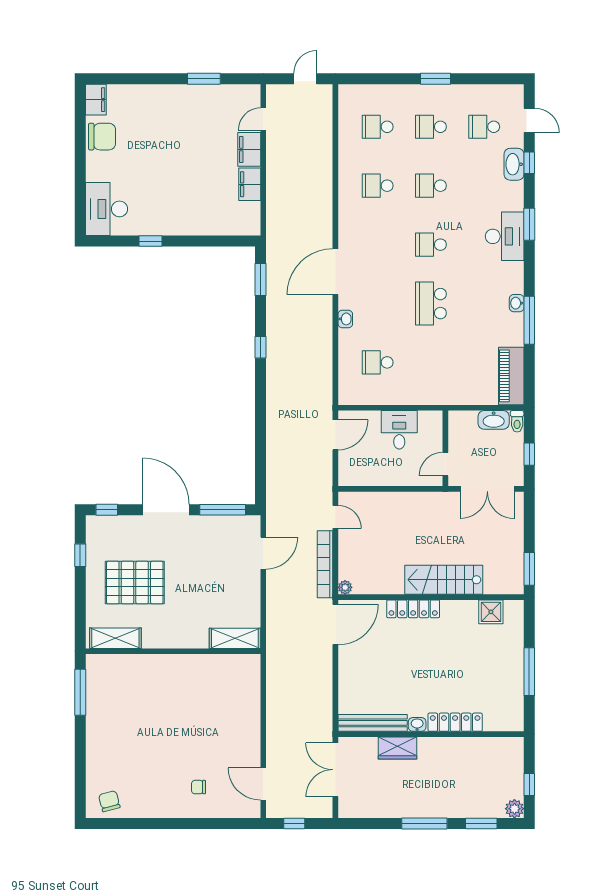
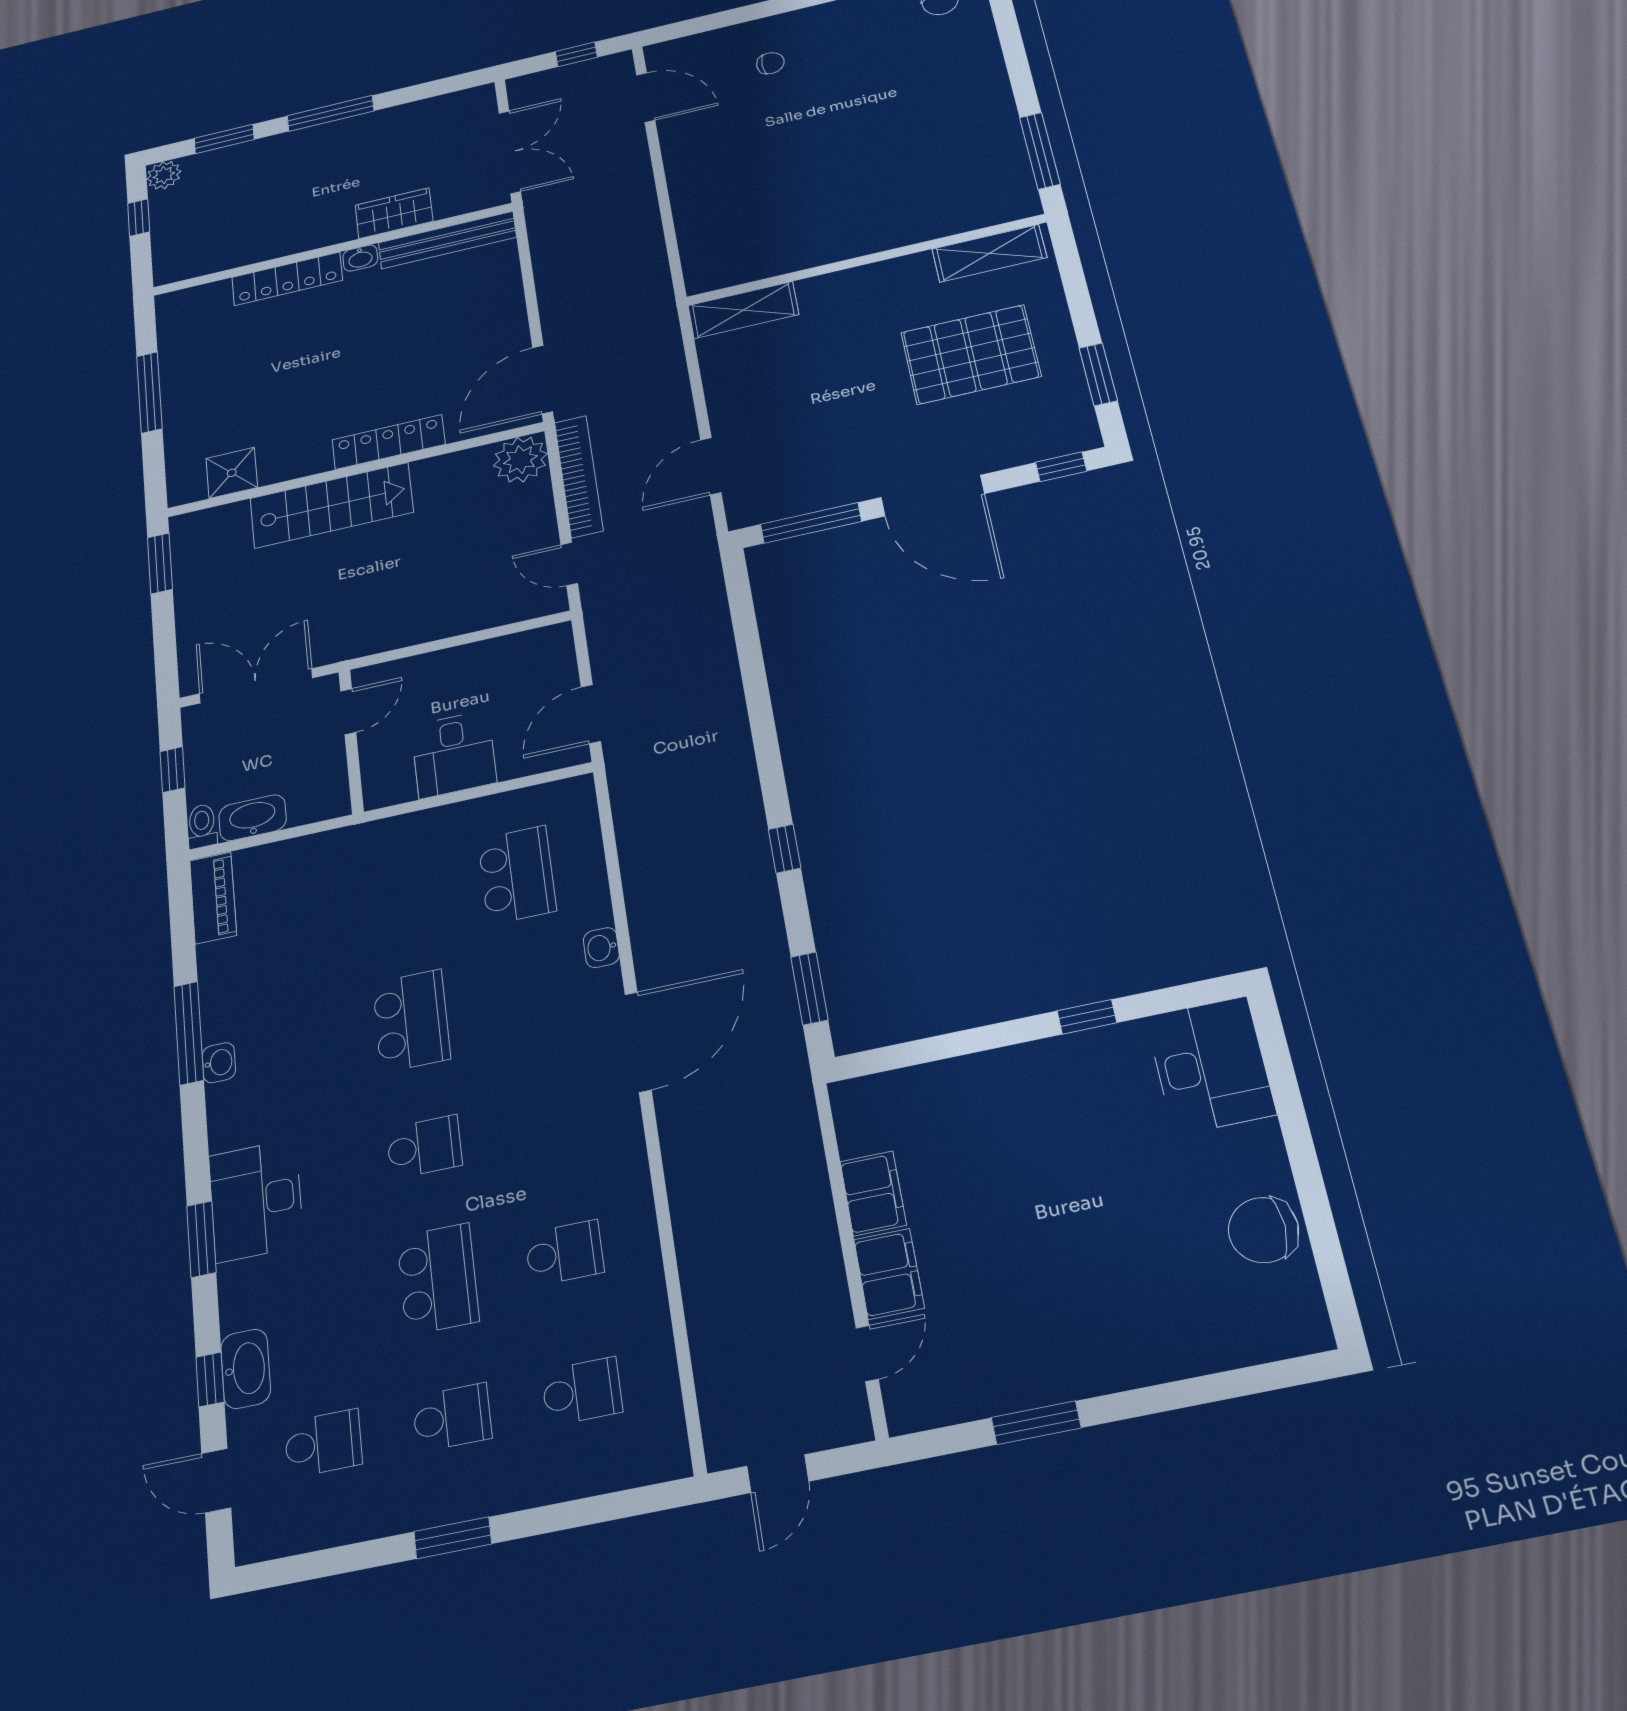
filing cabinet: (96, 100) -> (1302, 1316), removed
school desk: (431, 186) -> (438, 1279), width x1.85
school desk: (378, 362) -> (517, 875), width x1.85
piano: (511, 376) -> (213, 898), width x0.73, depth x0.75
window: (80, 555) -> (1098, 374), width x1.50
plant: (345, 587) -> (520, 460), width x1.88, depth x1.88

